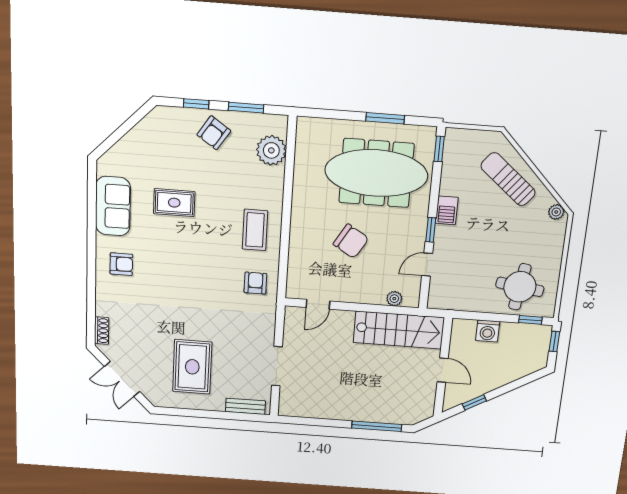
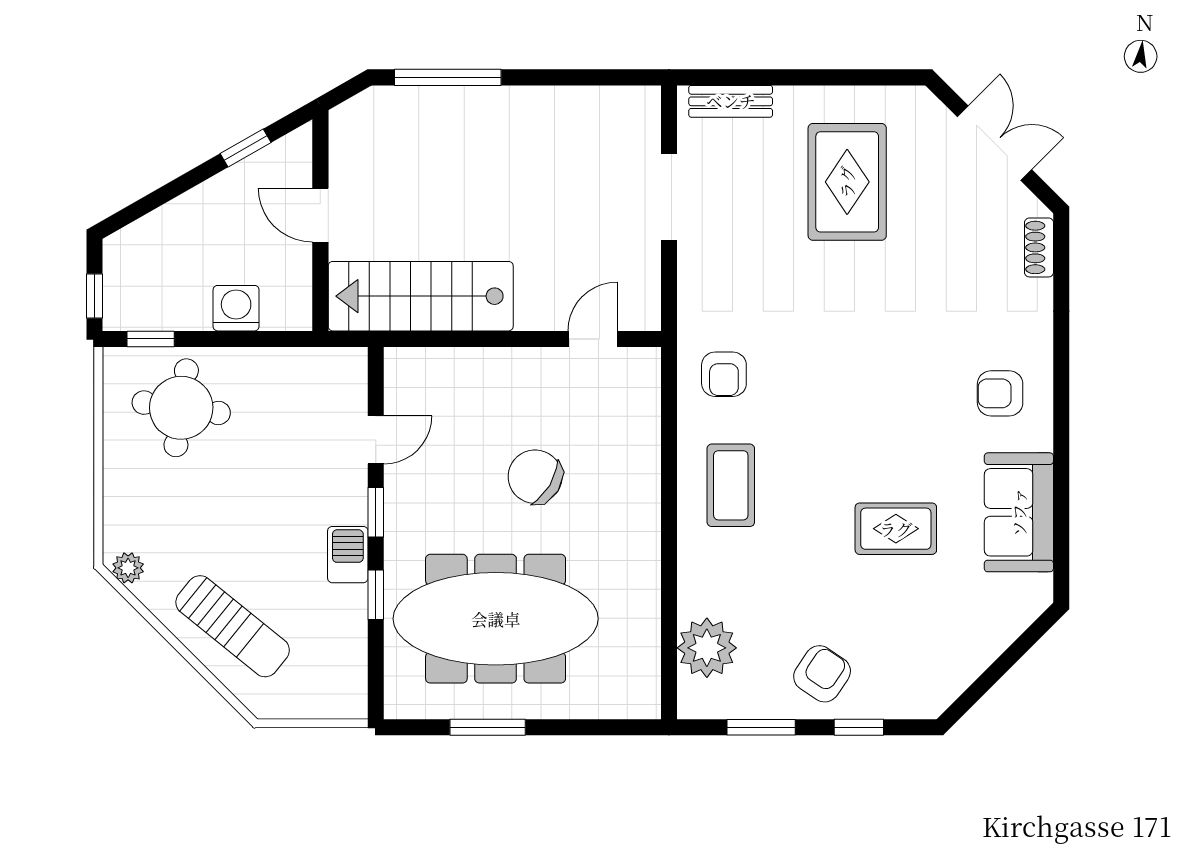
window: (439, 149) -> (376, 595), moved
plant: (394, 299) -> (436, 363), removed

